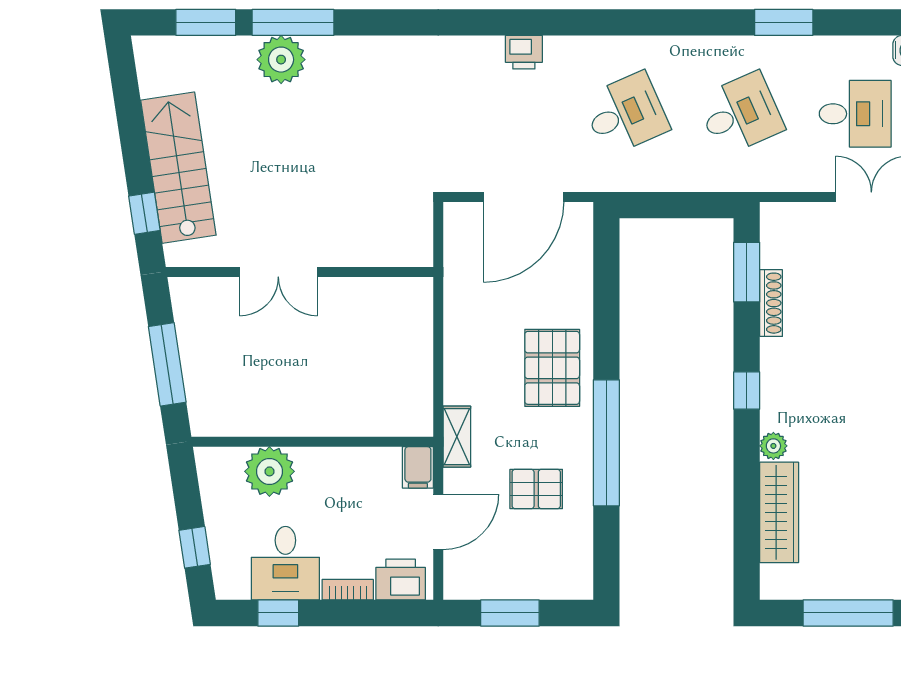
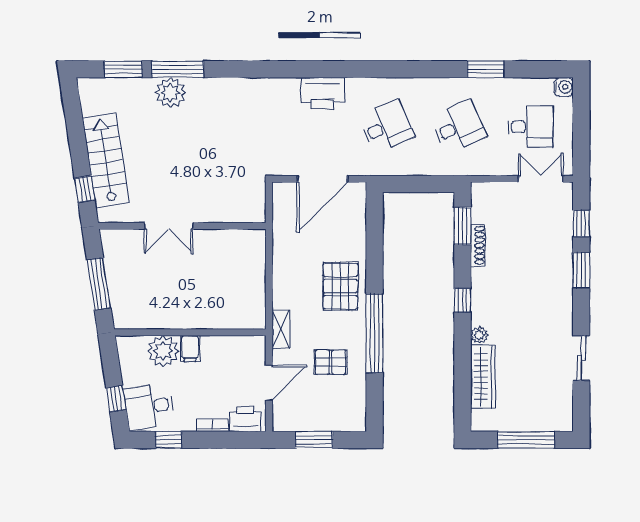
printer: (524, 52) -> (323, 93), width x1.87, depth x1.48
filing cabinet: (418, 467) -> (190, 348), moved
desk: (285, 563) -> (149, 407), moved, turned 81

